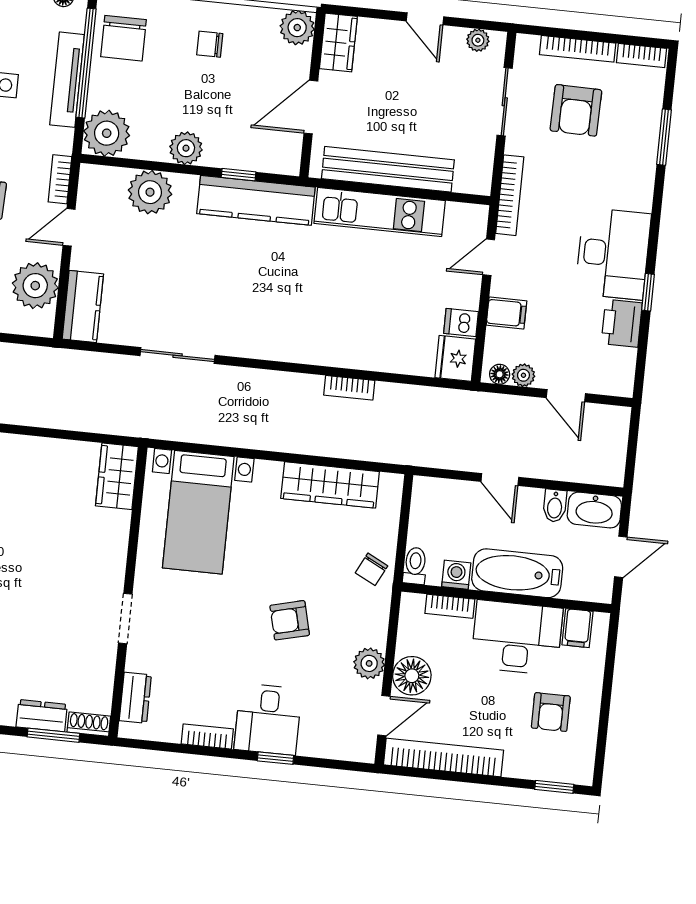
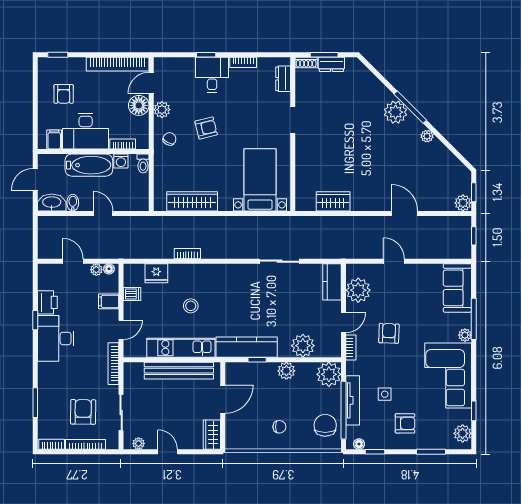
plant: (297, 28) -> (234, 440), removed
stool: (353, 289) -> (191, 306), added
fridge: (455, 358) -> (156, 273), moved, turned 90
wardrobe: (117, 476) -> (333, 201), moved, turned -90
chair: (371, 569) -> (169, 139), moved
armchair: (551, 712) -> (64, 94), turned 180

